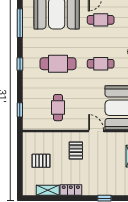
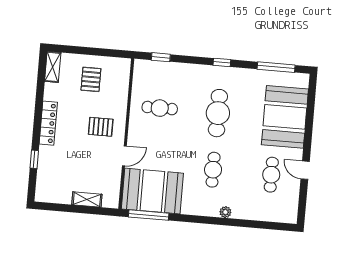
shelving: (48, 190) -> (53, 67), moved
locker: (71, 190) -> (48, 123), width x1.53

